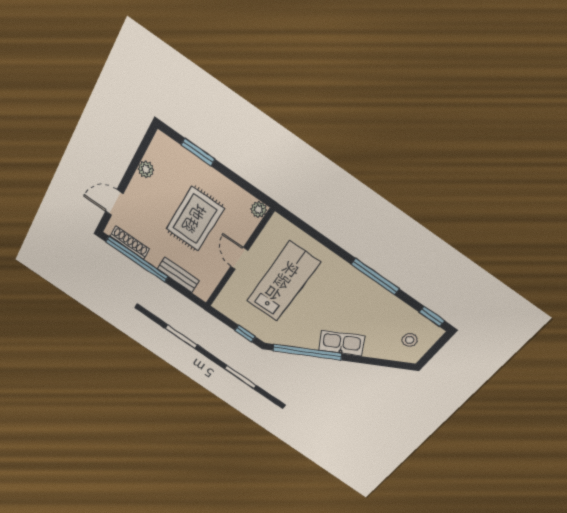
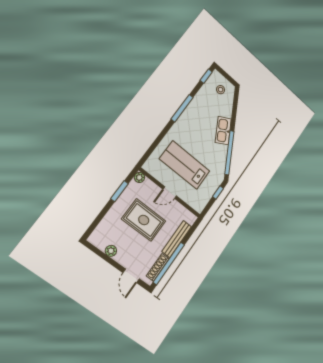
window: (198, 152) -> (120, 191), moved
bench: (178, 275) -> (177, 239), width x1.36

